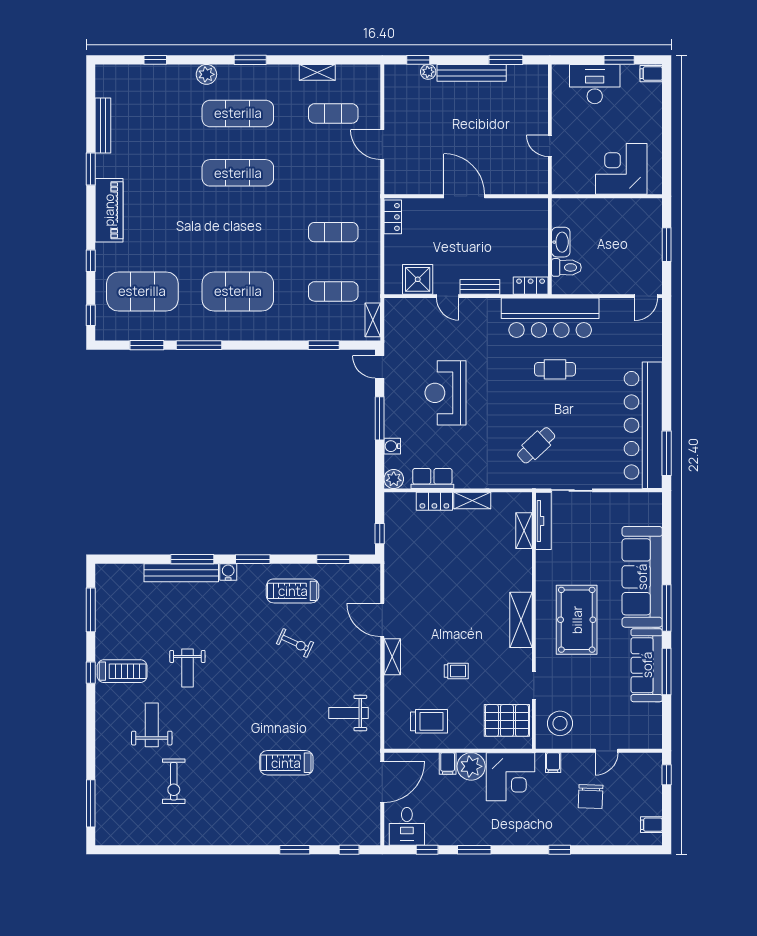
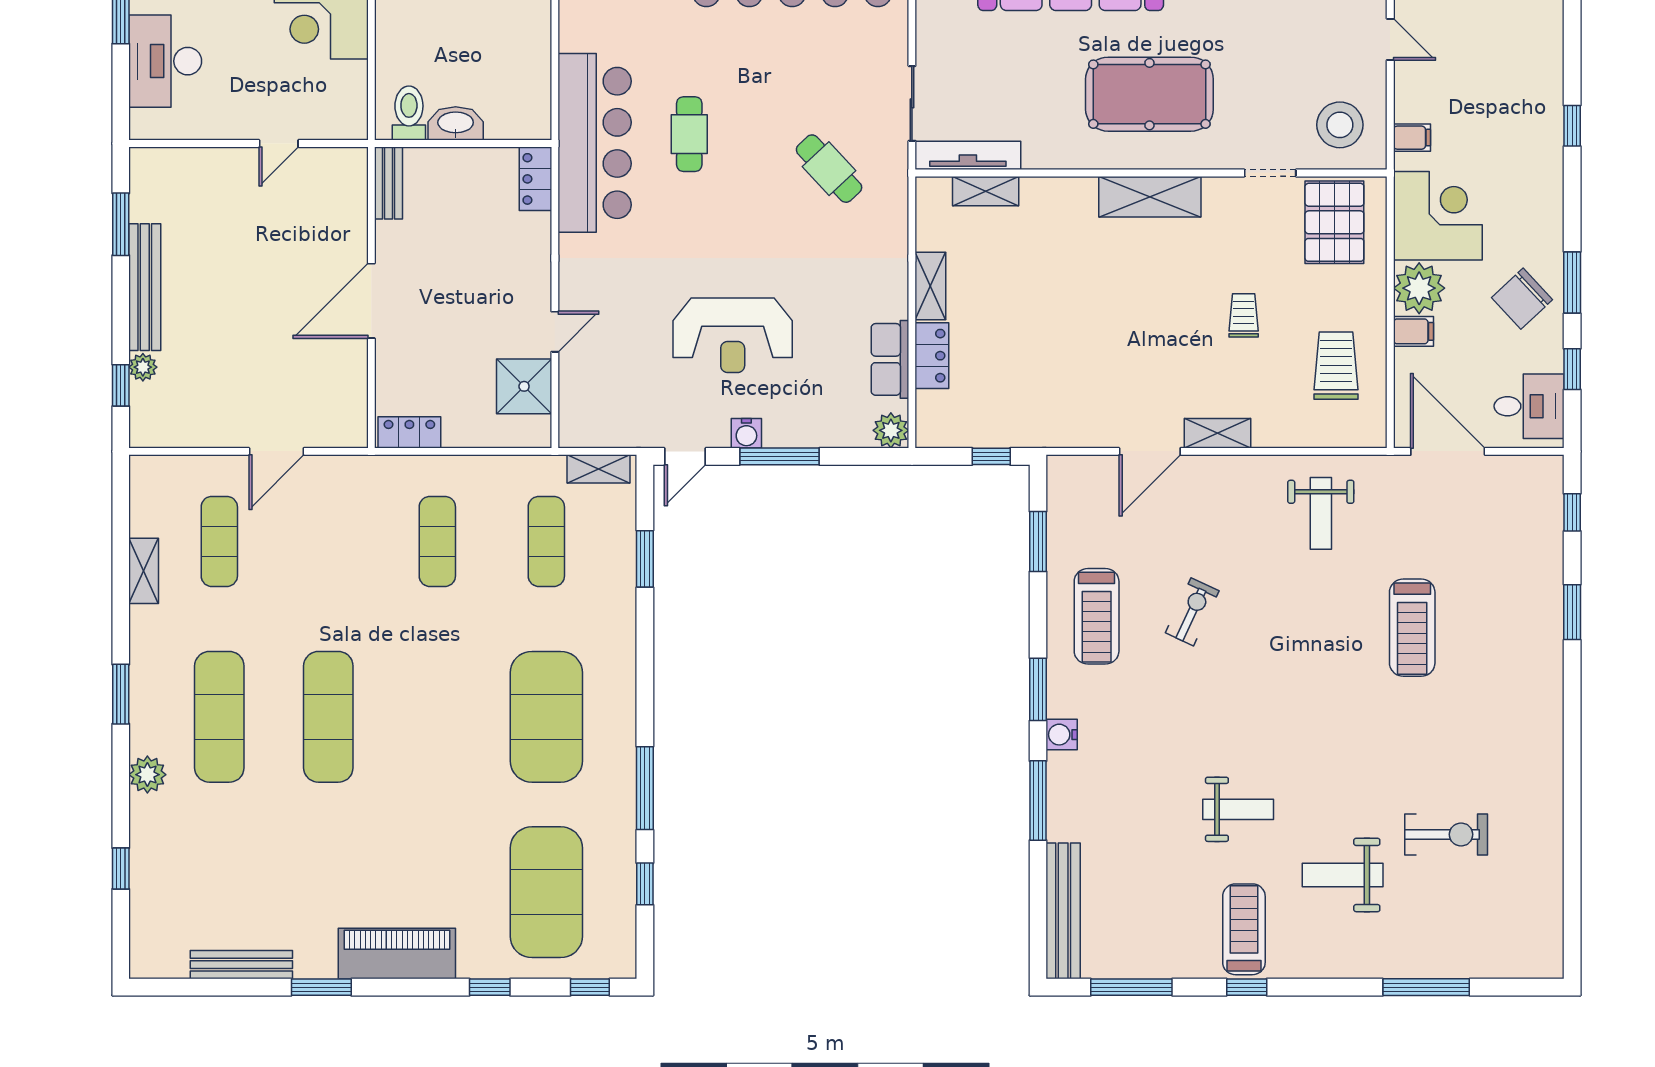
toilet: (566, 267) -> (409, 113), moved
bench: (480, 287) -> (388, 183), moved
window: (147, 345) -> (645, 884), width x0.67
water cooler: (392, 446) -> (746, 433), moved
bench: (181, 573) -> (1063, 911), moved
chair: (591, 796) -> (1522, 299), moved, turned 135
window: (91, 803) -> (1426, 987), moved

